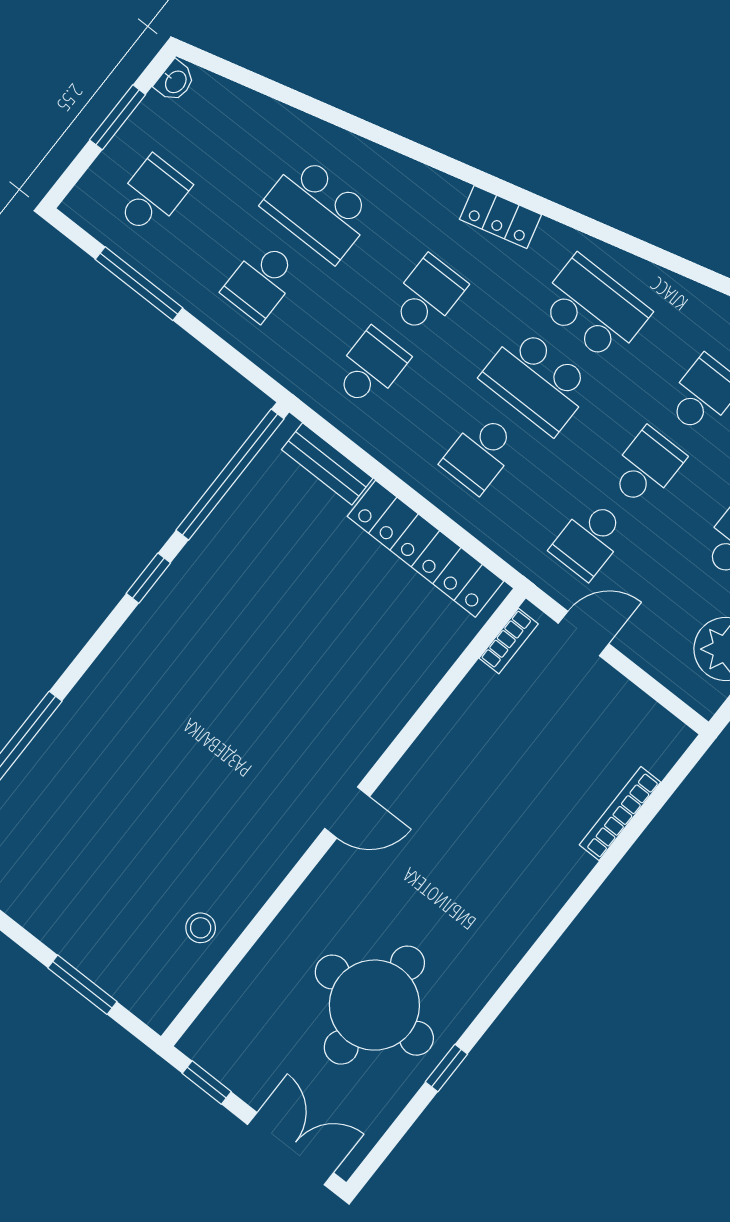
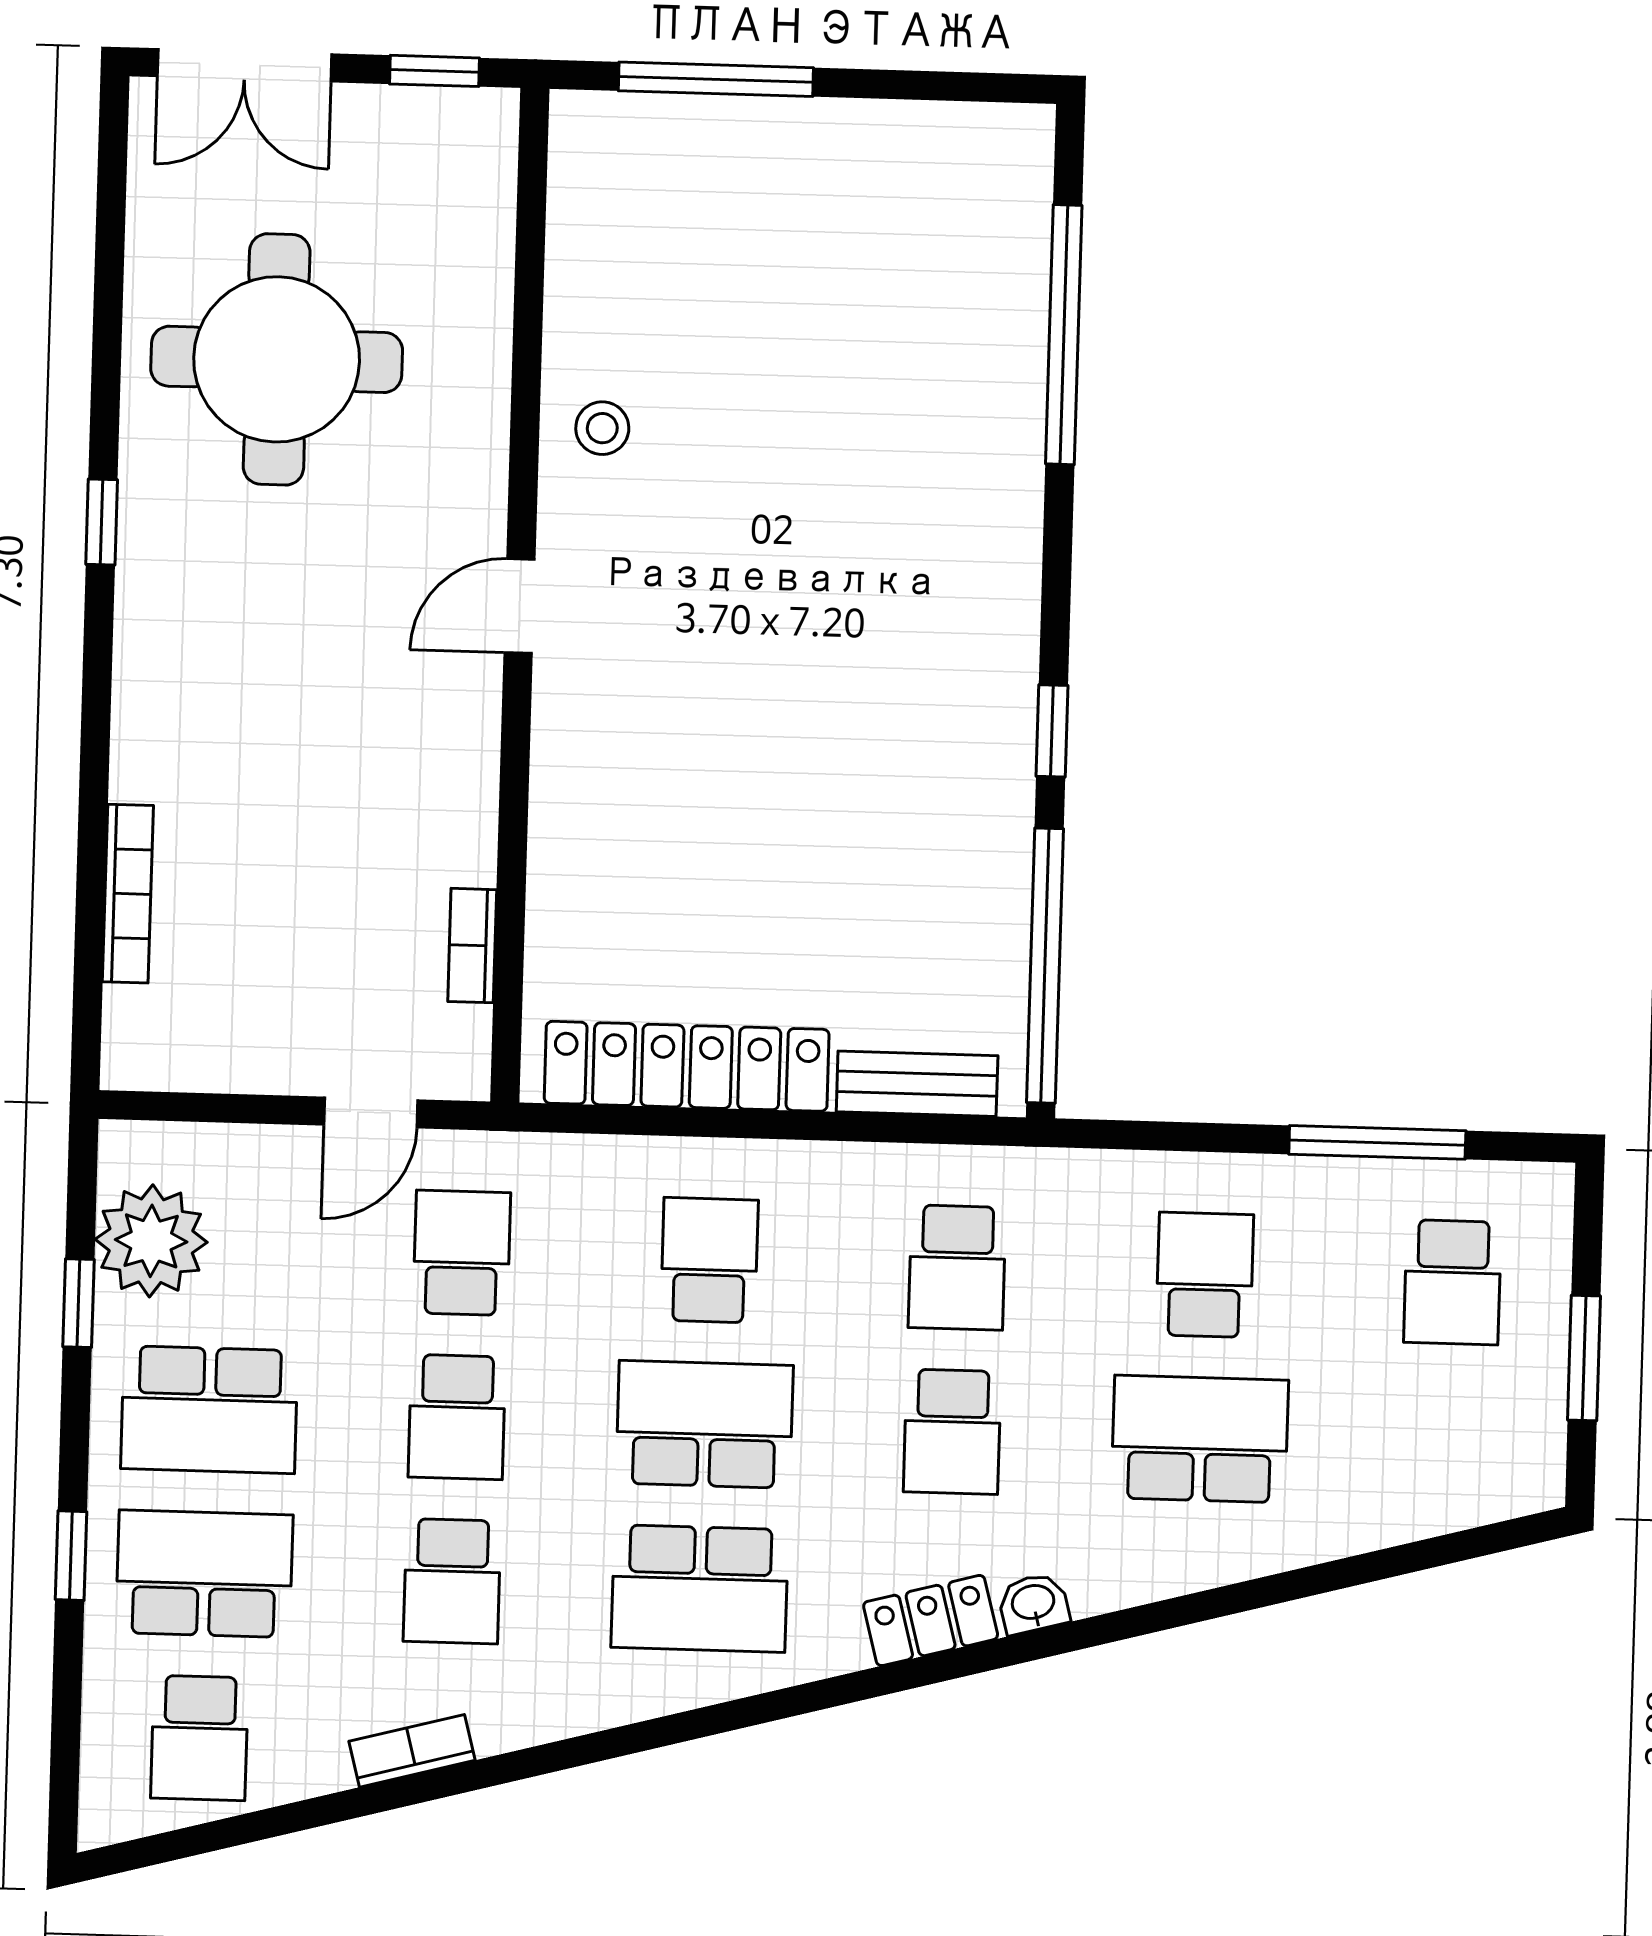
washbasin: (175, 81) -> (1033, 1604), moved, turned 75
bookcase: (509, 641) -> (472, 946), moved
stool: (201, 928) -> (602, 428), moved
window: (82, 985) -> (716, 79), width x1.44
window: (446, 1068) -> (102, 522), moved

